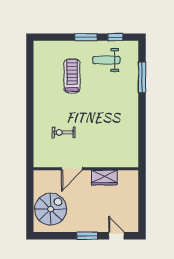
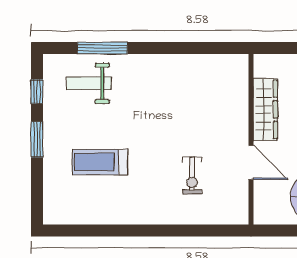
weight bench: (106, 60) -> (89, 83), moved, turned 90
wardrobe: (104, 178) -> (265, 109), width x1.50

